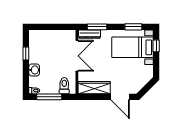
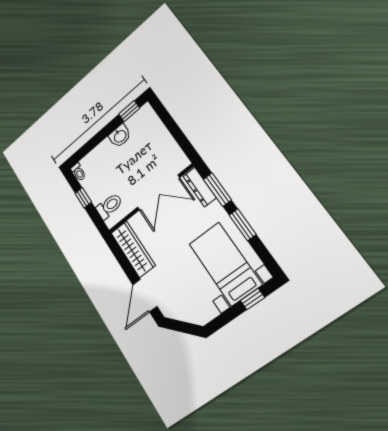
window: (133, 27) -> (243, 225), moved
window: (26, 53) -> (129, 111), moved
washbasin: (34, 70) -> (120, 136), moved
window: (49, 97) -> (83, 198), width x0.46

